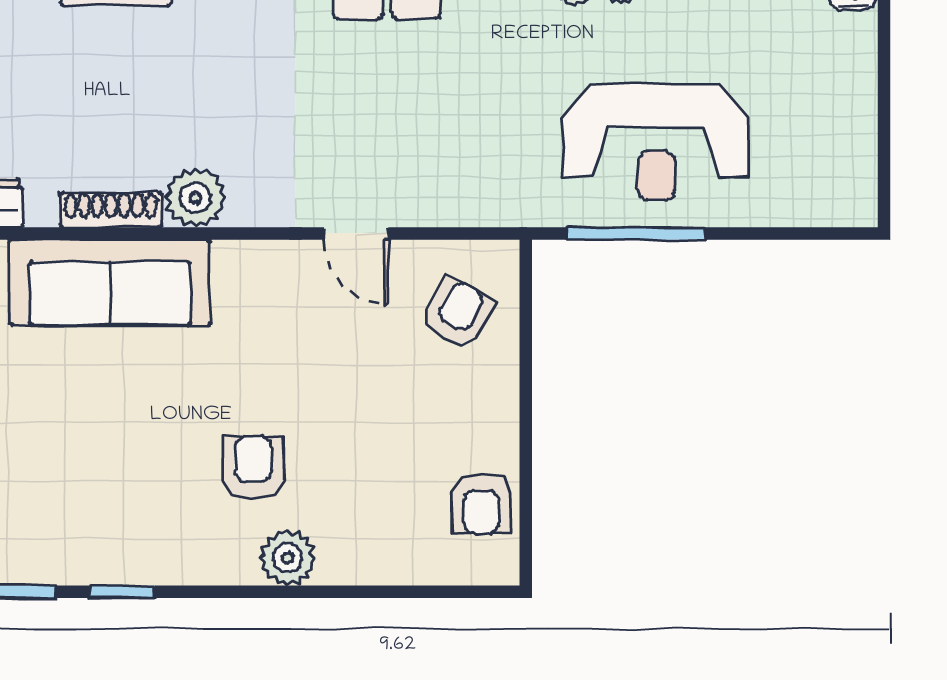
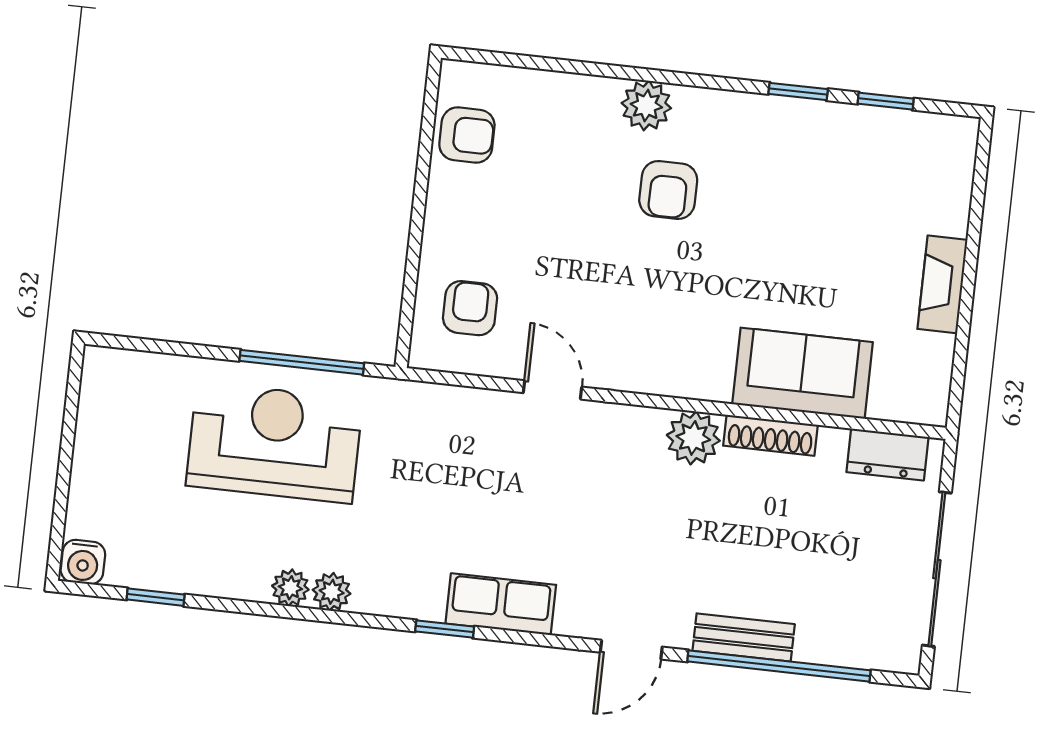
sofa: (110, 282) -> (803, 373), width x0.73
armchair: (457, 313) -> (470, 308), turned 151
armchair: (481, 504) -> (467, 135), turned 90

